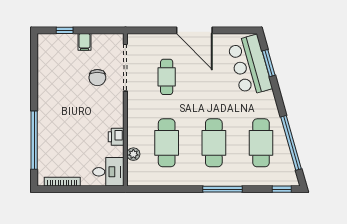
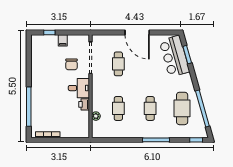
cafe table: (167, 143) -> (118, 108), width x0.73, depth x0.74
cafe table: (214, 143) -> (150, 108), width x0.73, depth x0.74
desk: (108, 172) -> (79, 88), moved

